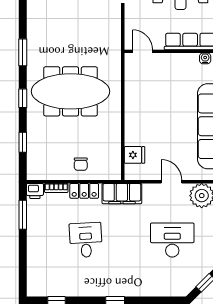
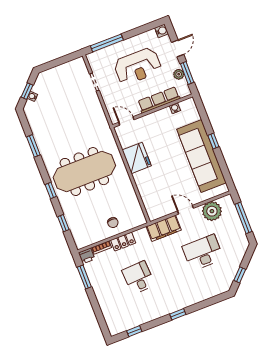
window: (23, 52) -> (33, 146), moved
fridge: (134, 155) -> (137, 158), moved, width x1.88, depth x1.34
filing cabinet: (122, 194) -> (164, 228), moved

